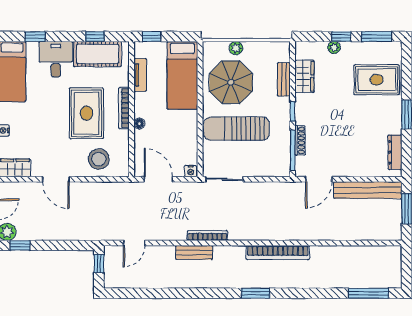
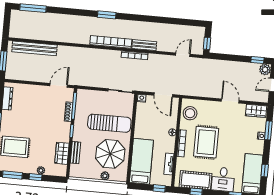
stool: (99, 159) -> (190, 113), moved
bench: (368, 190) -> (34, 48), moved
bookcase: (278, 253) -> (111, 42), moved

